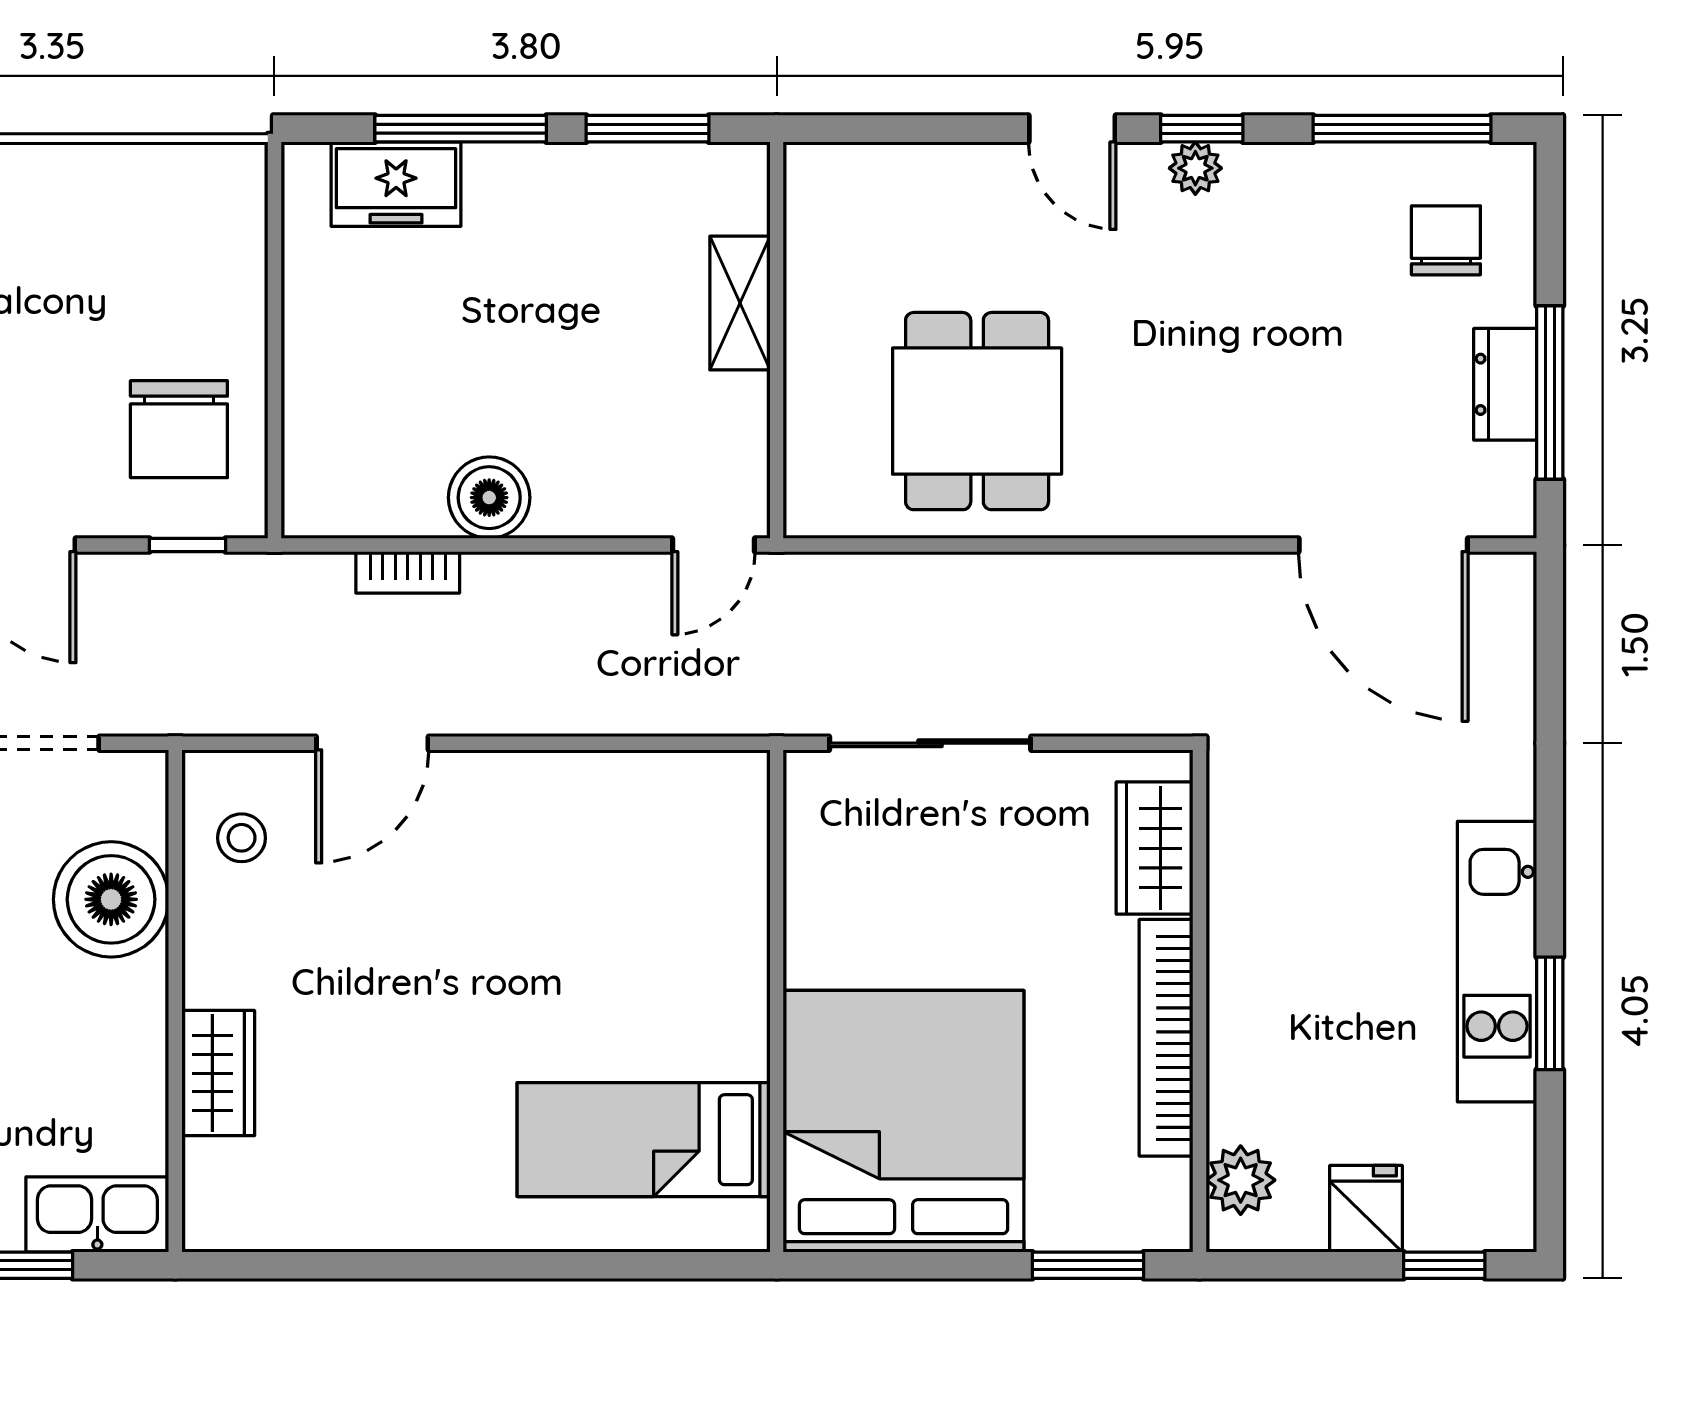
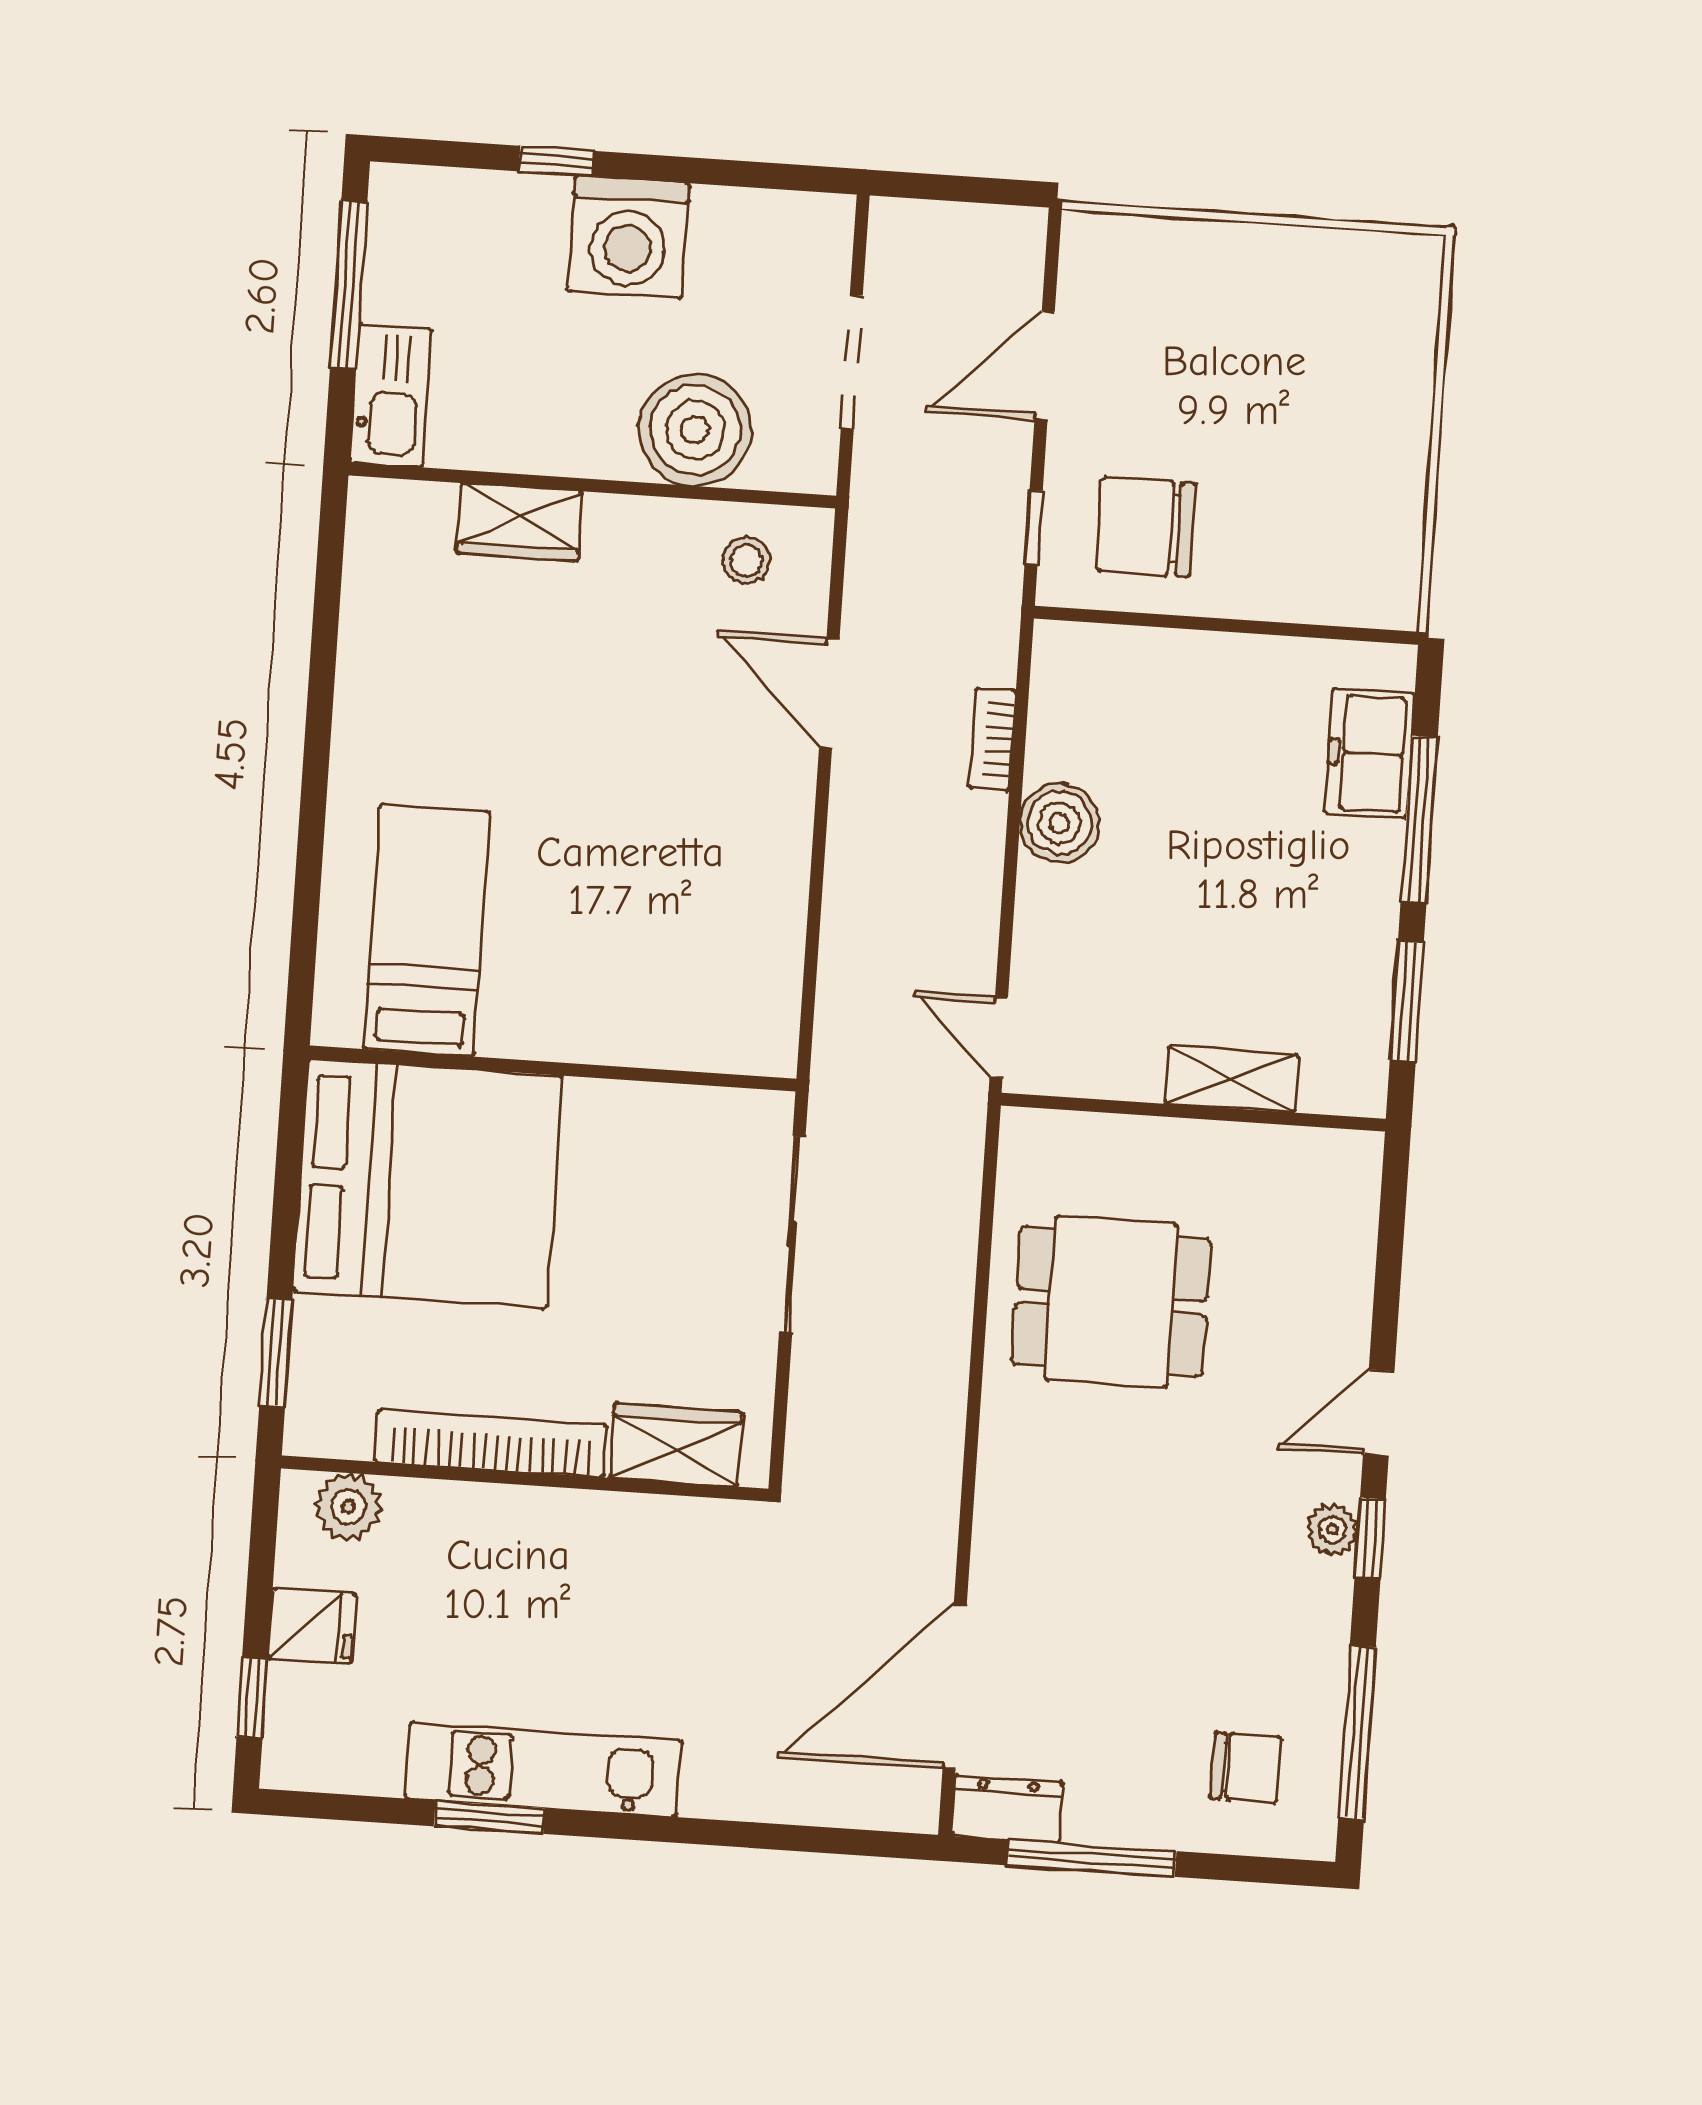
dresser: (1505, 384) -> (1007, 1809), moved

